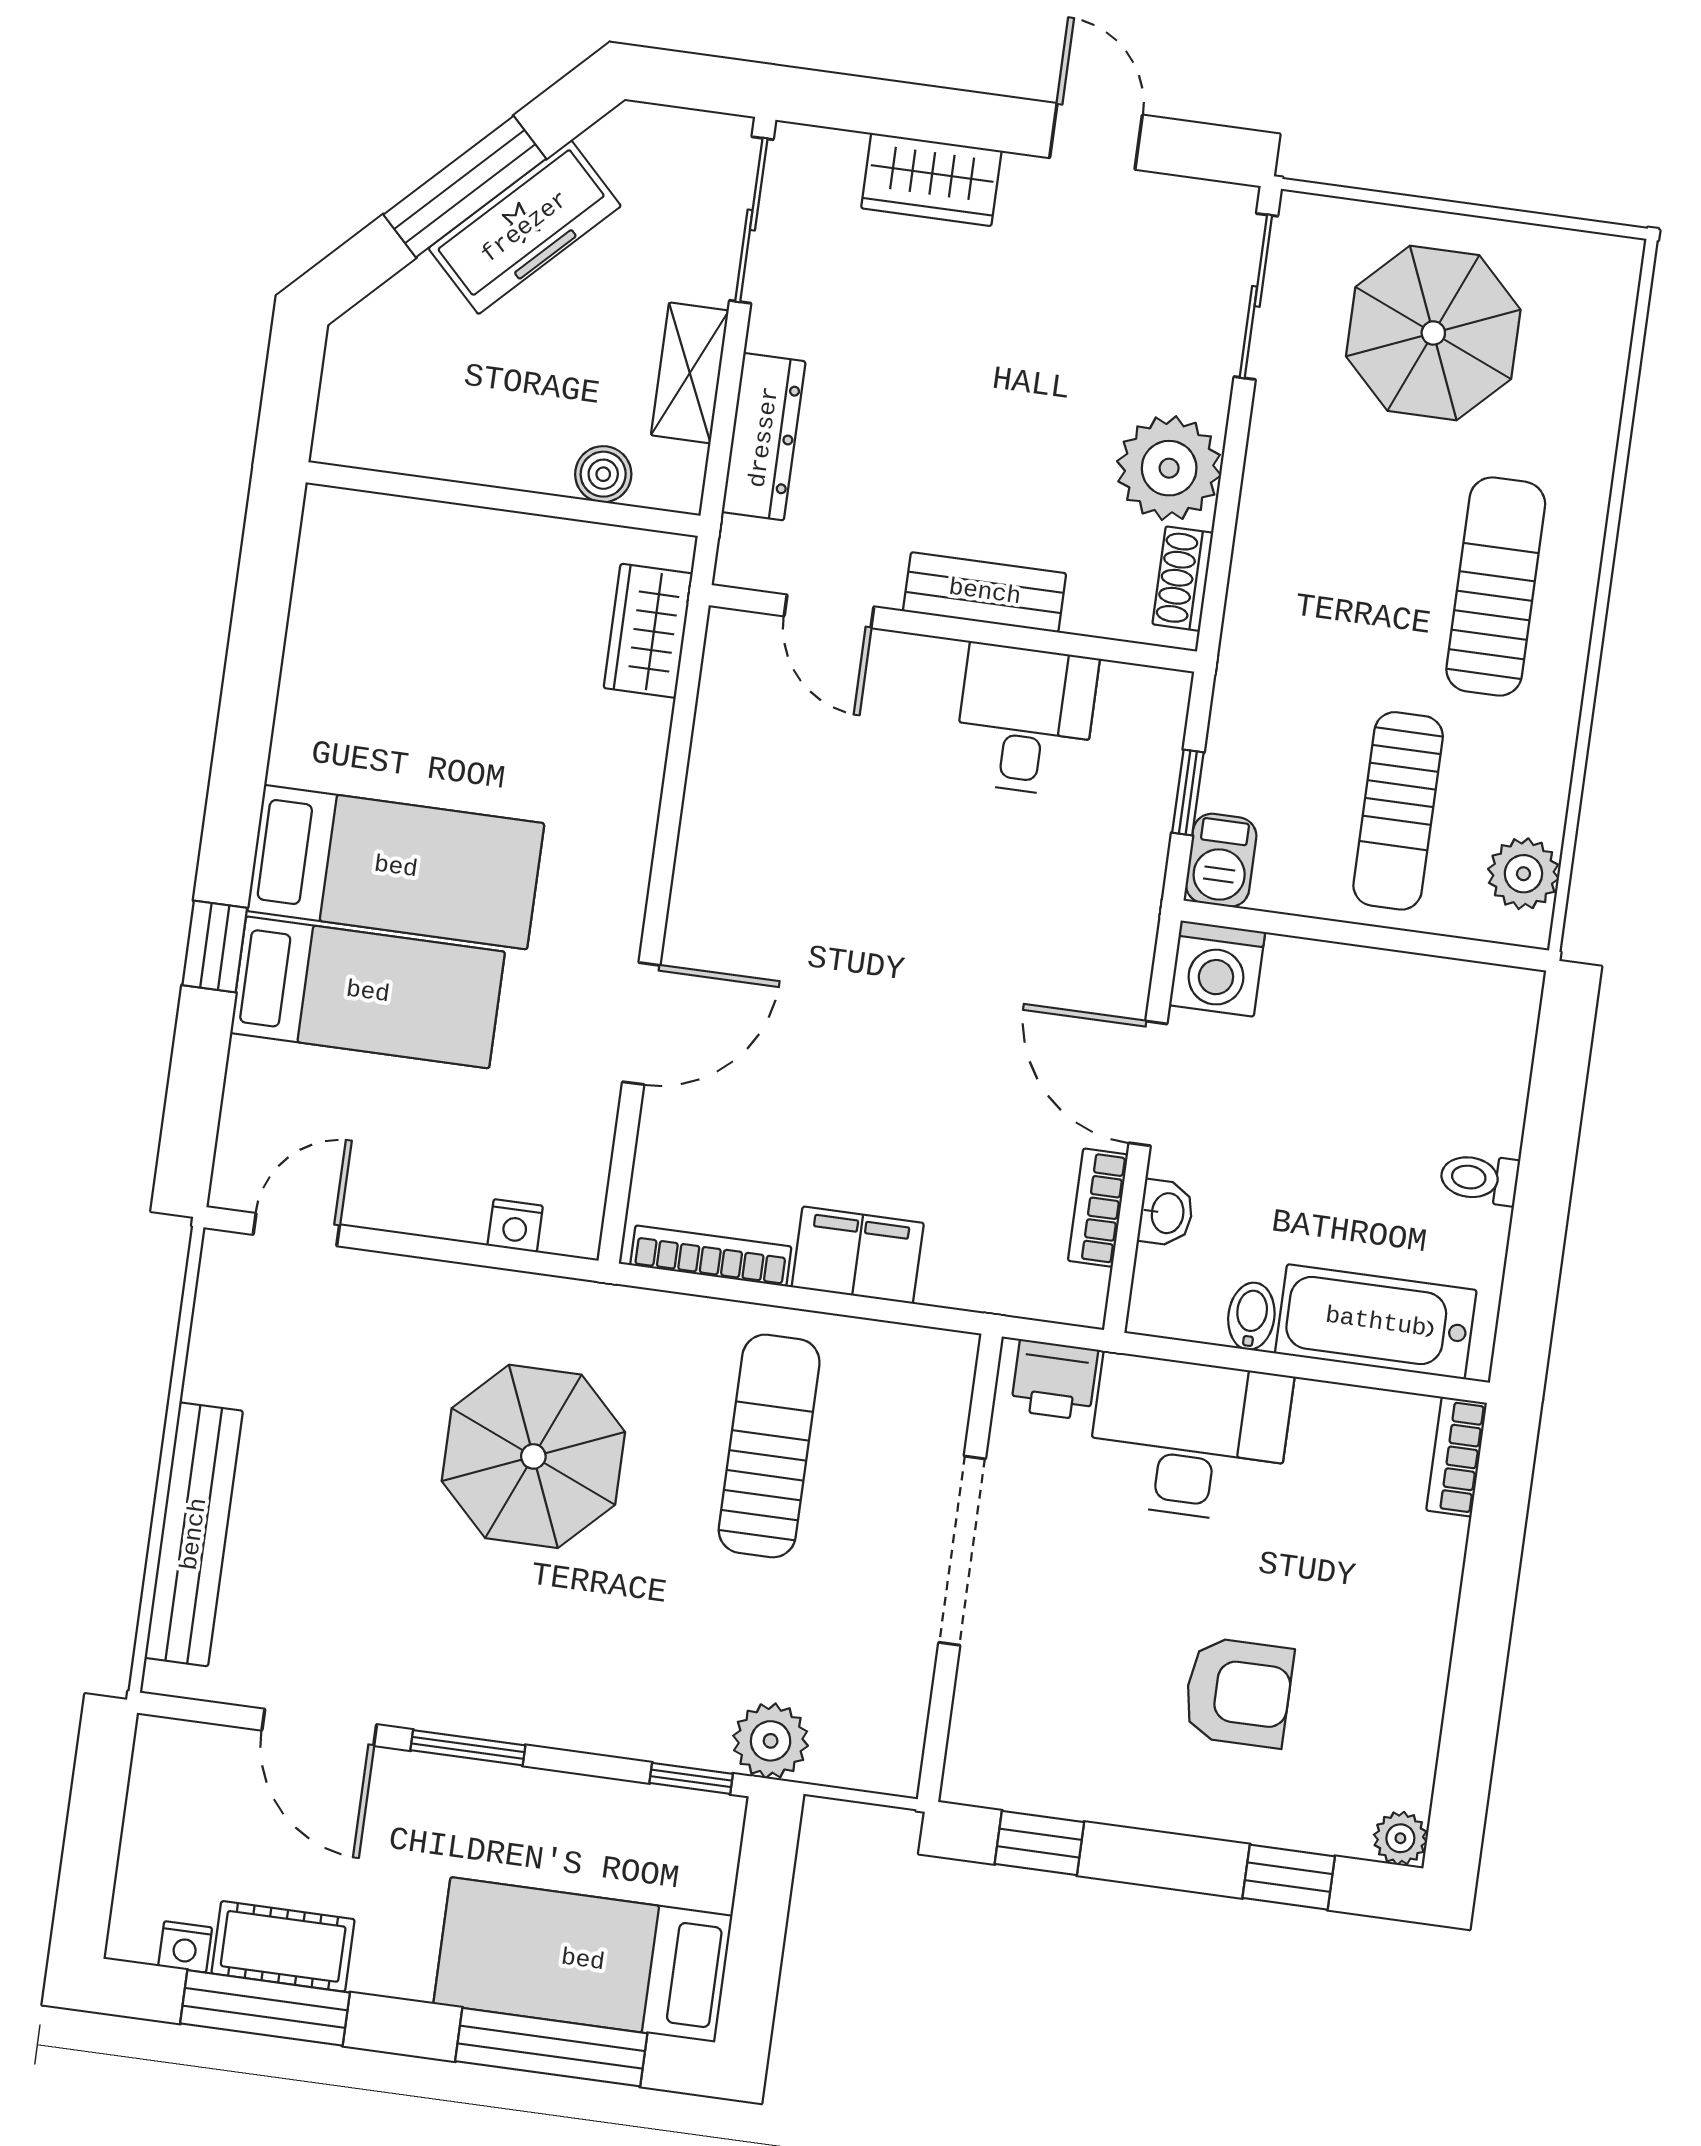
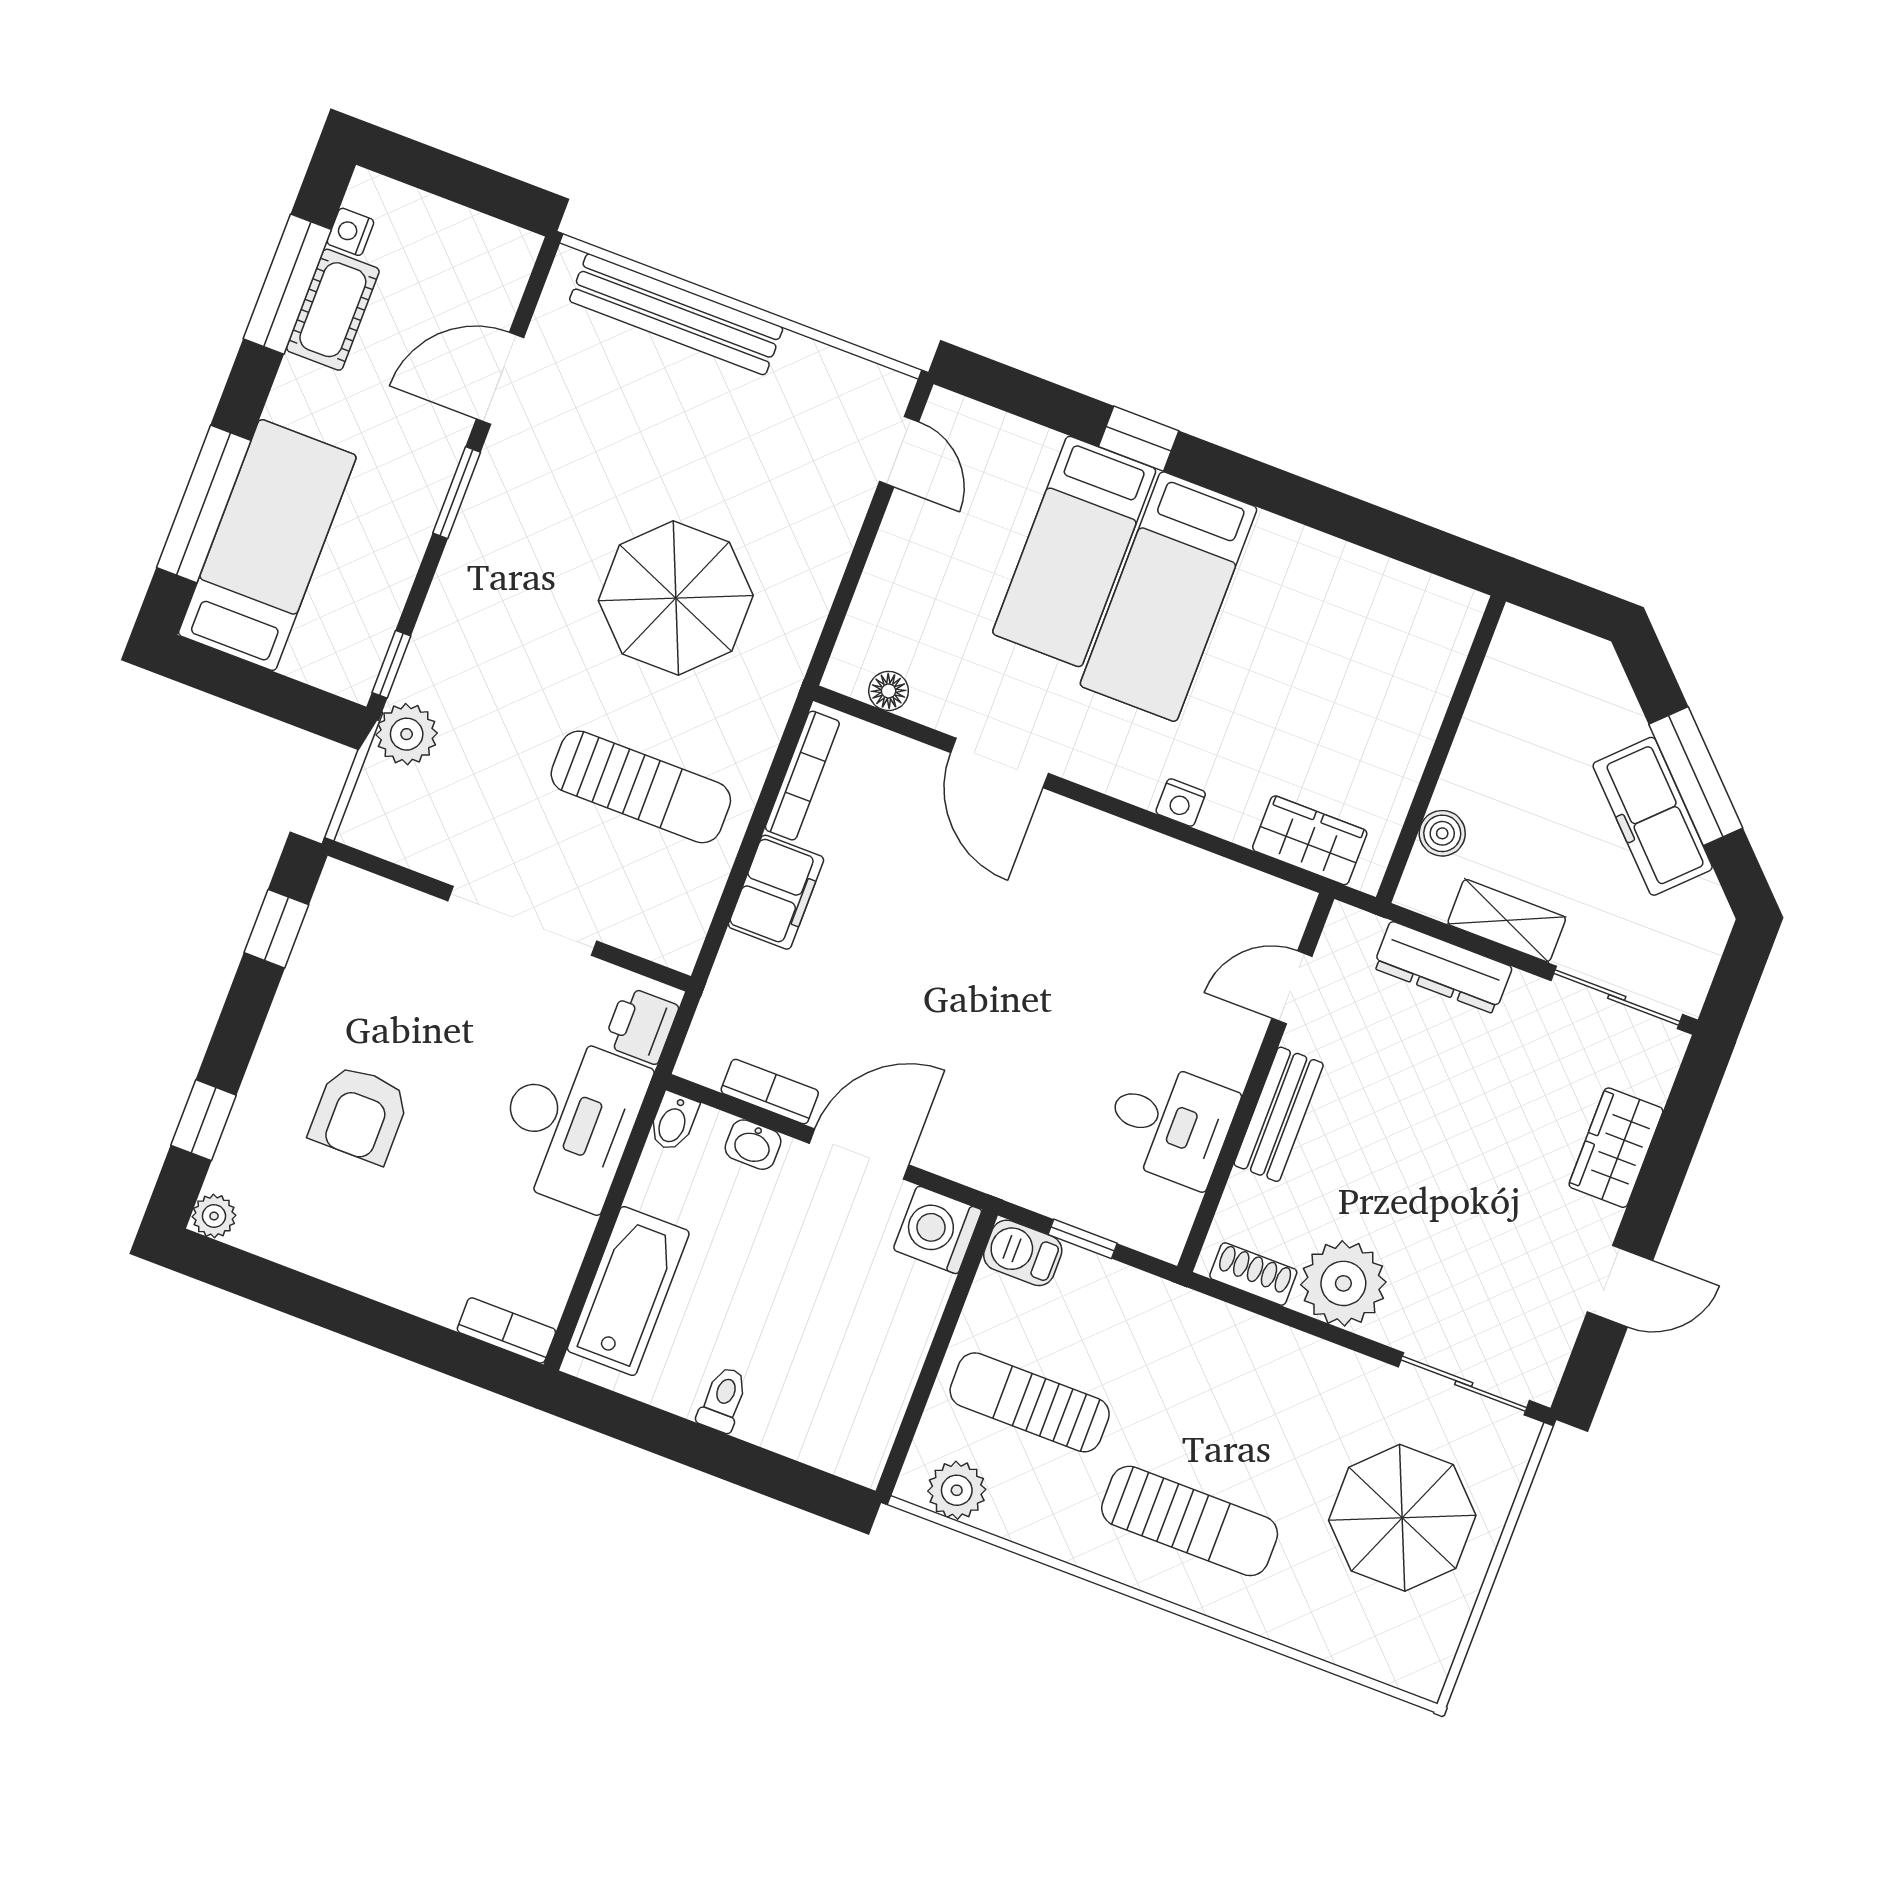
floor lamp: (586, 1176) -> (889, 691), added
nightstand: (515, 1226) -> (1181, 802), moved, turned -90
bidet: (1251, 1316) -> (673, 1122), moved, turned 90

